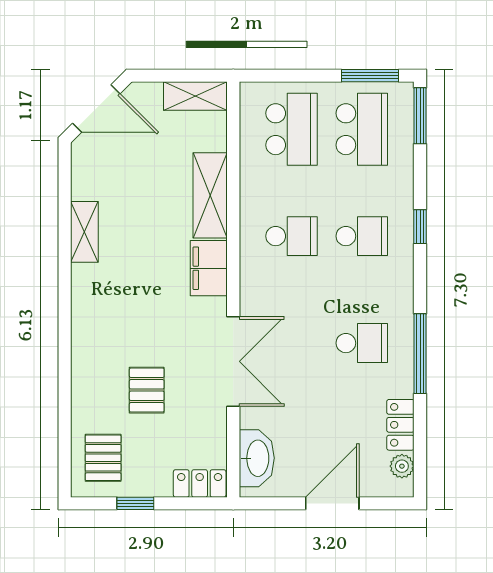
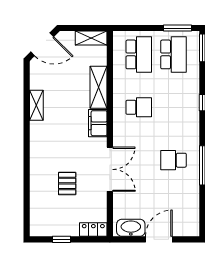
school desk: (362, 236) -> (173, 107), removed
school desk: (362, 343) -> (173, 160), turned 180
locker: (400, 425) -> (193, 201), removed
pallet: (103, 458) -> (46, 217), removed
washbasin: (257, 458) -> (131, 228), moved, turned -90
plant: (402, 466) -> (193, 221), removed

